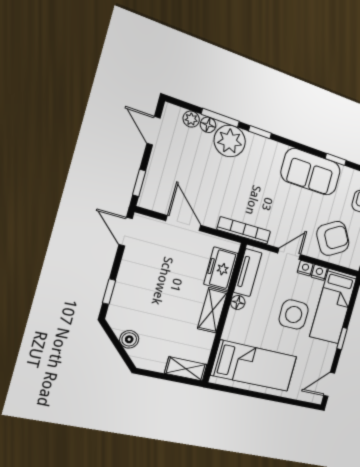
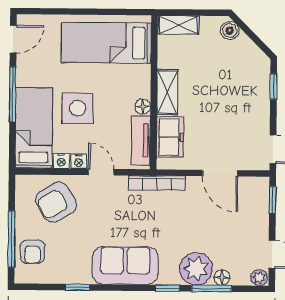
plant: (191, 119) -> (259, 278), moved
sofa: (311, 172) -> (125, 265), moved
door: (289, 254) -> (101, 172), swing flipped
window: (342, 338) -> (13, 94), width x2.17
boiler: (129, 339) -> (230, 30), moved

